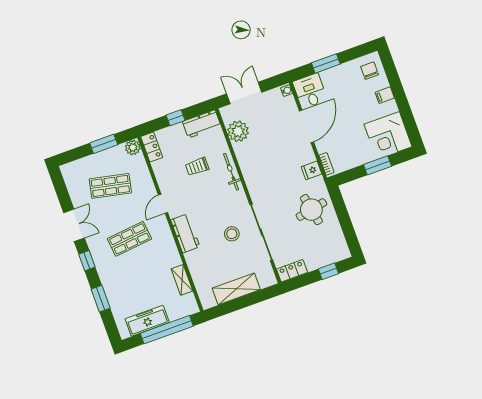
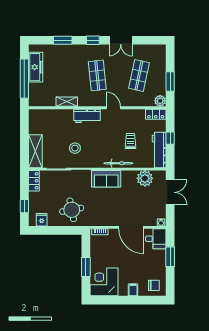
workbench: (202, 124) -> (159, 150), width x1.38
fridge: (312, 170) -> (42, 220), moved
sofa: (256, 180) -> (106, 179), added
shelving: (182, 280) -> (67, 102), moved
shelving: (236, 289) -> (35, 151), moved

